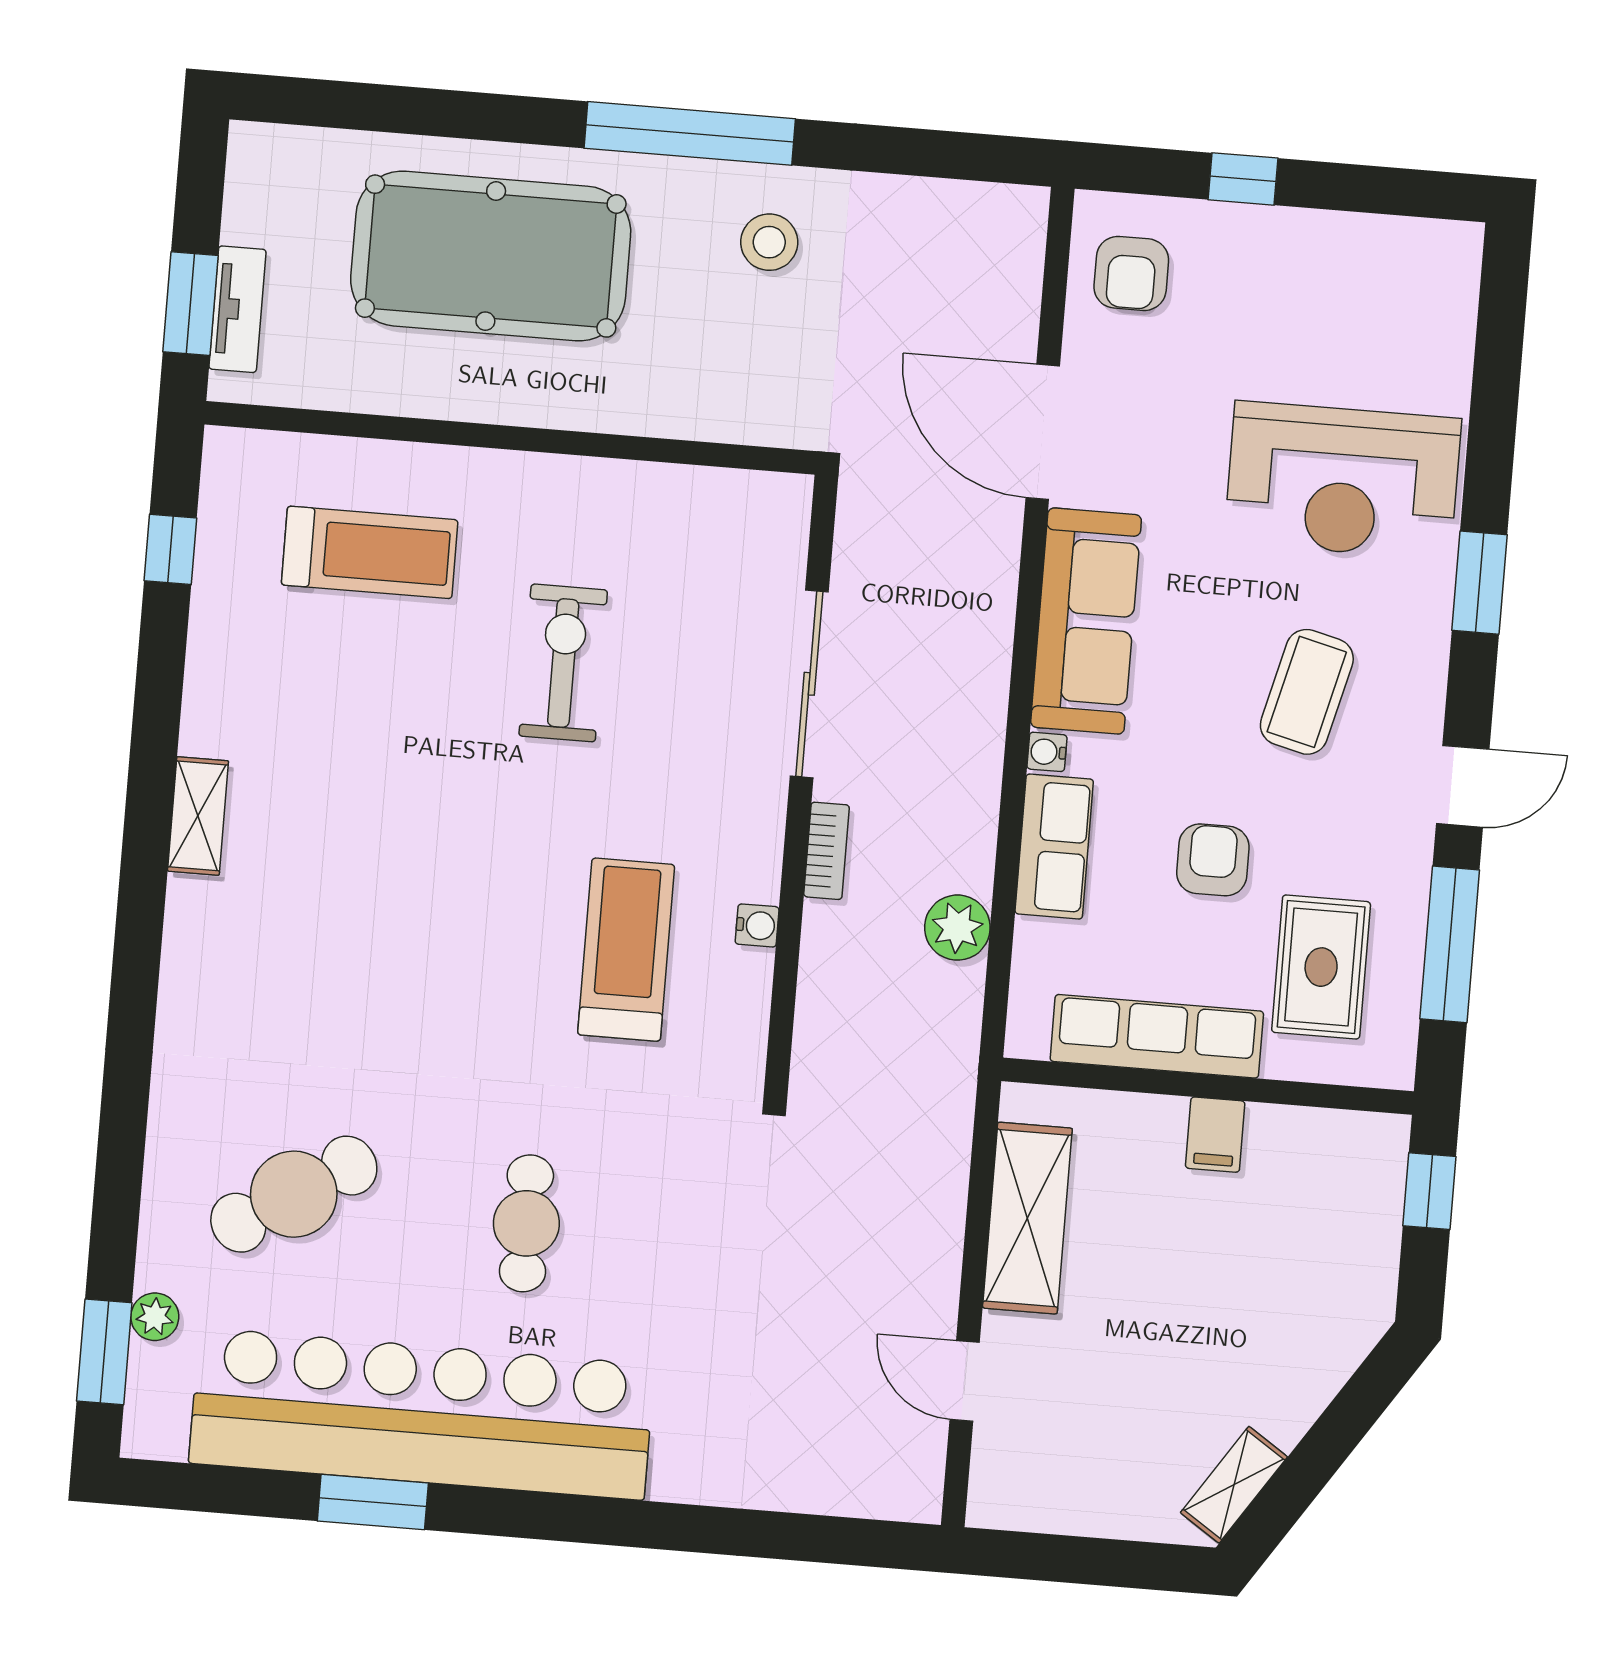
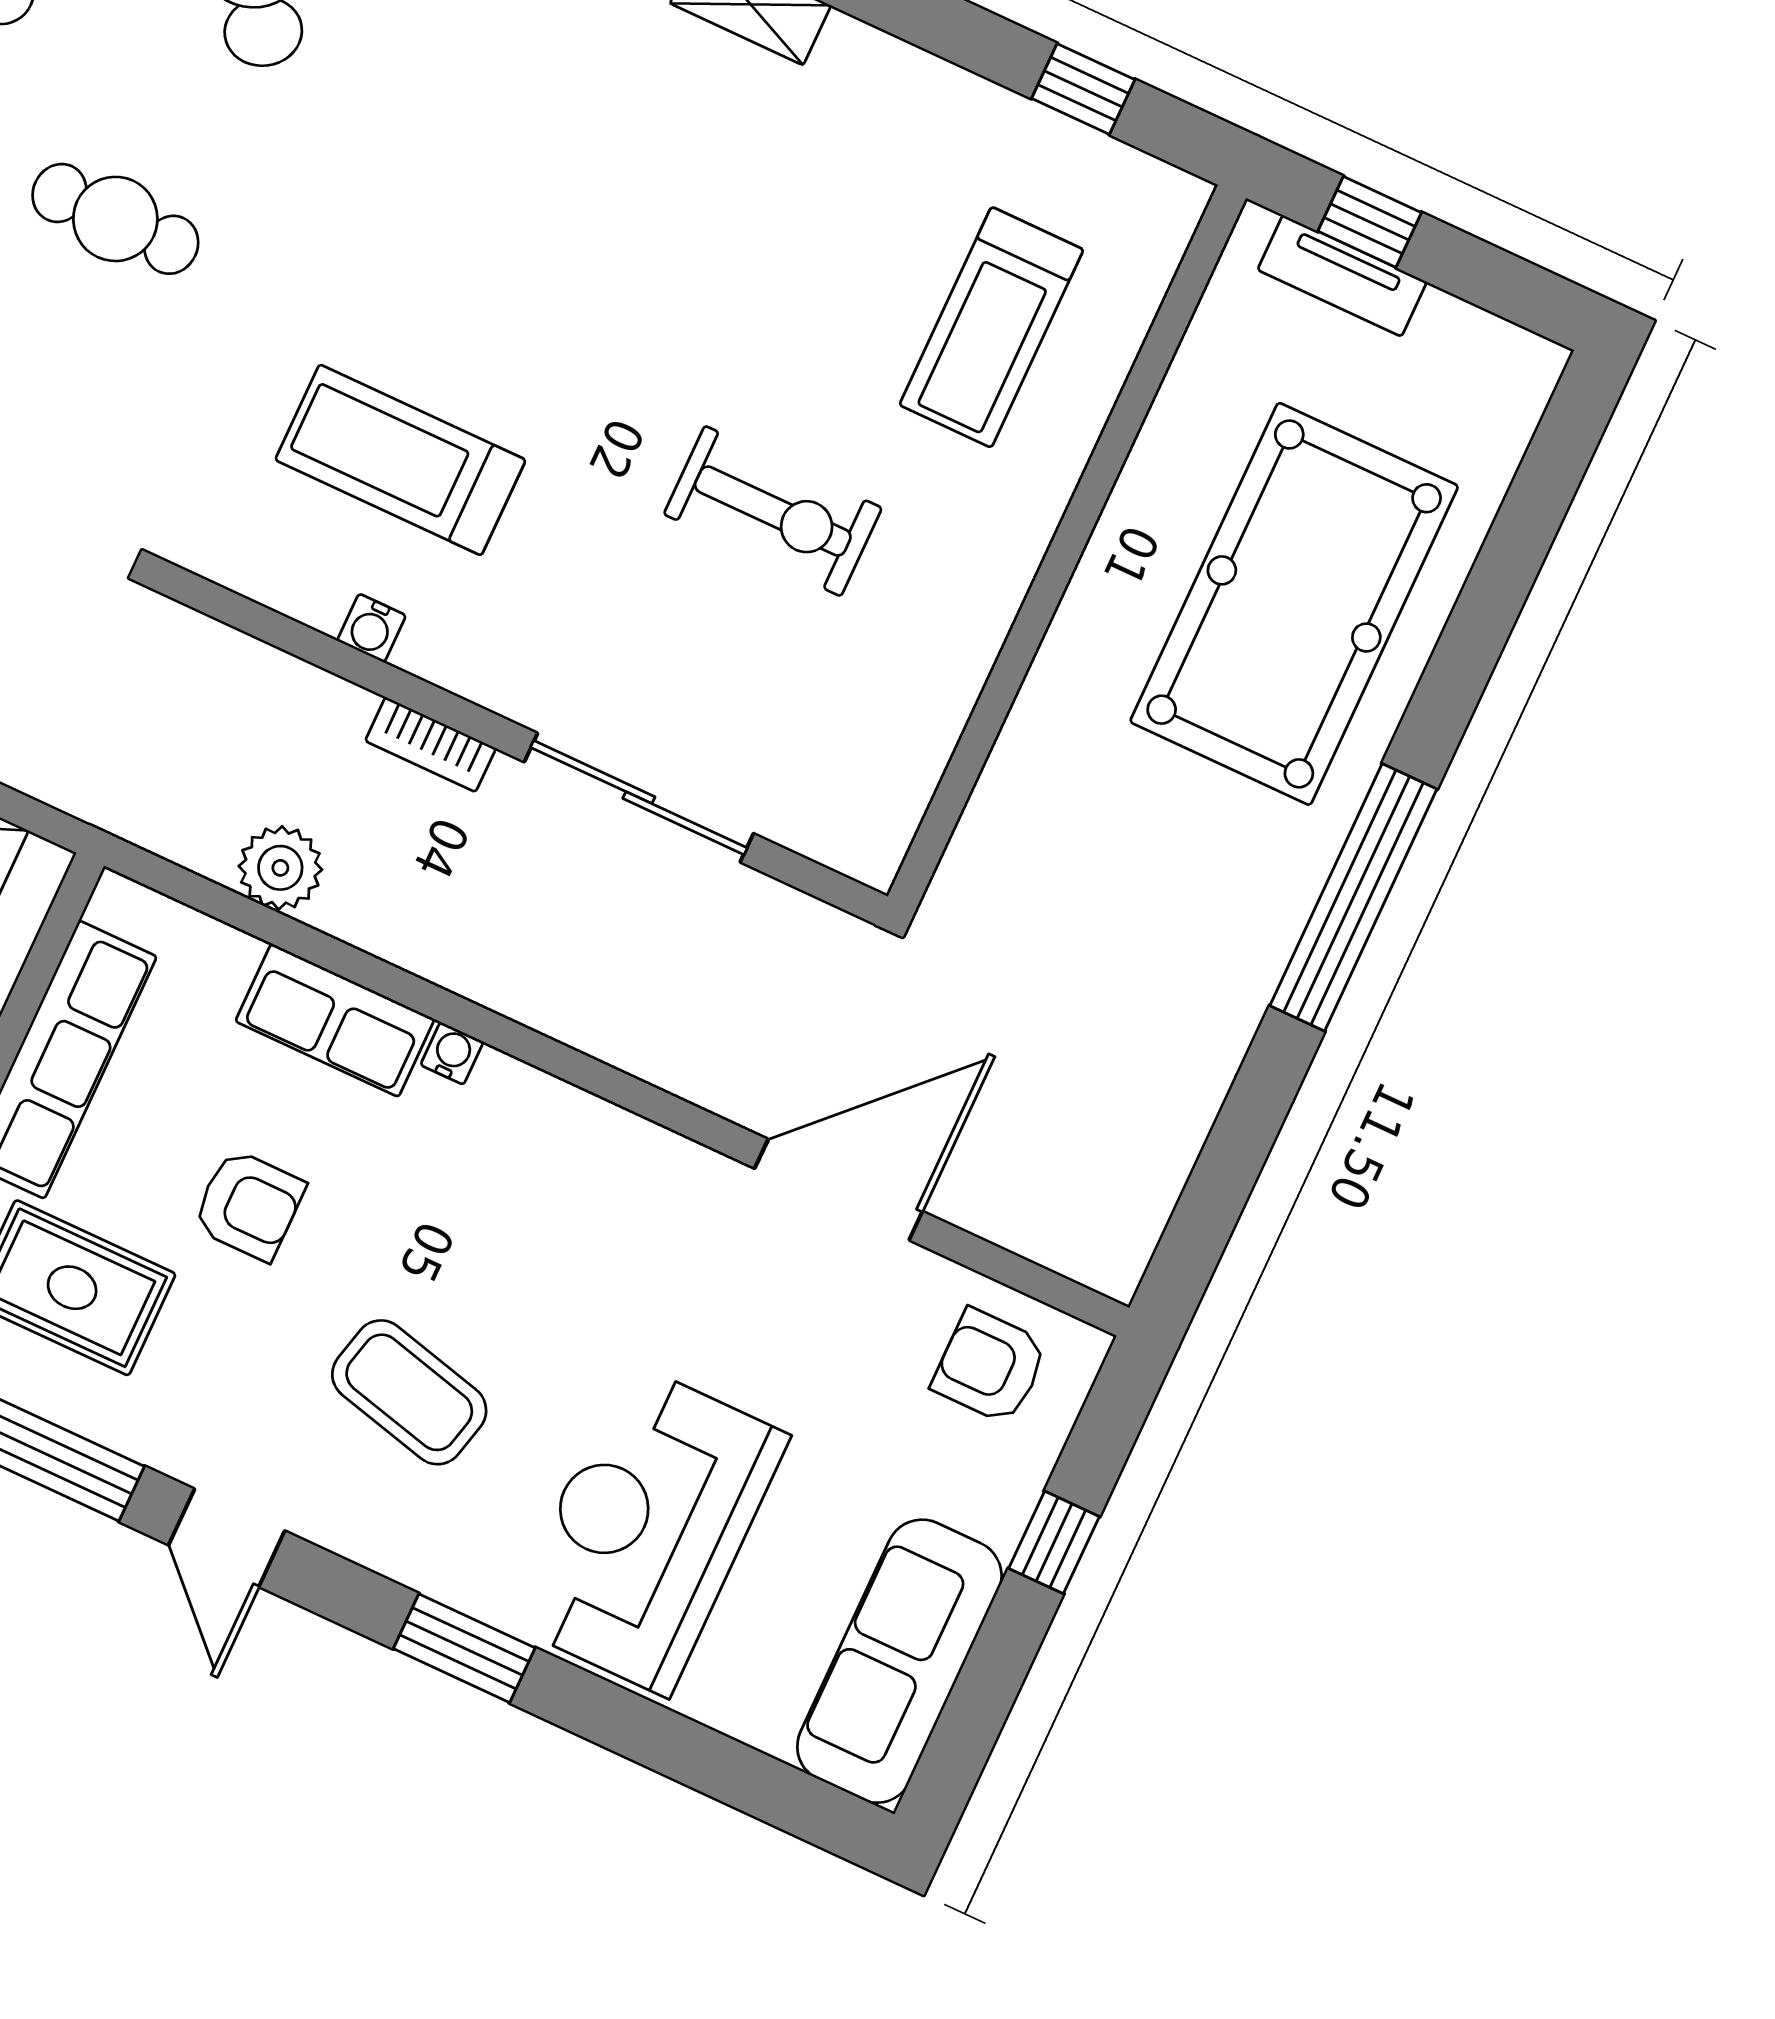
stool: (769, 242) -> (1188, 945), removed
window: (190, 304) -> (1370, 222), width x0.67
sofa: (1086, 621) -> (899, 1661), moved, turned 90
treadmill: (626, 950) -> (400, 460), turned 180

